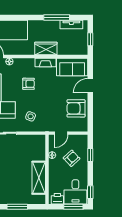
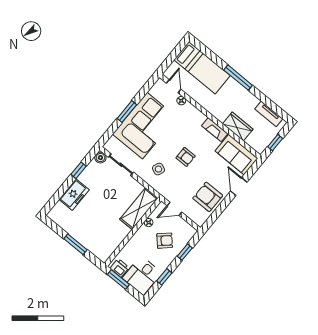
window: (57, 18) -> (238, 78), moved
wardrobe: (46, 48) -> (238, 126), moved
armchair: (29, 84) -> (186, 157), moved
door: (90, 86) -> (239, 187), hinge flipped
shelving: (39, 178) -> (139, 209), moved
window: (90, 192) -> (164, 277), moved
window: (73, 207) -> (118, 280), moved

